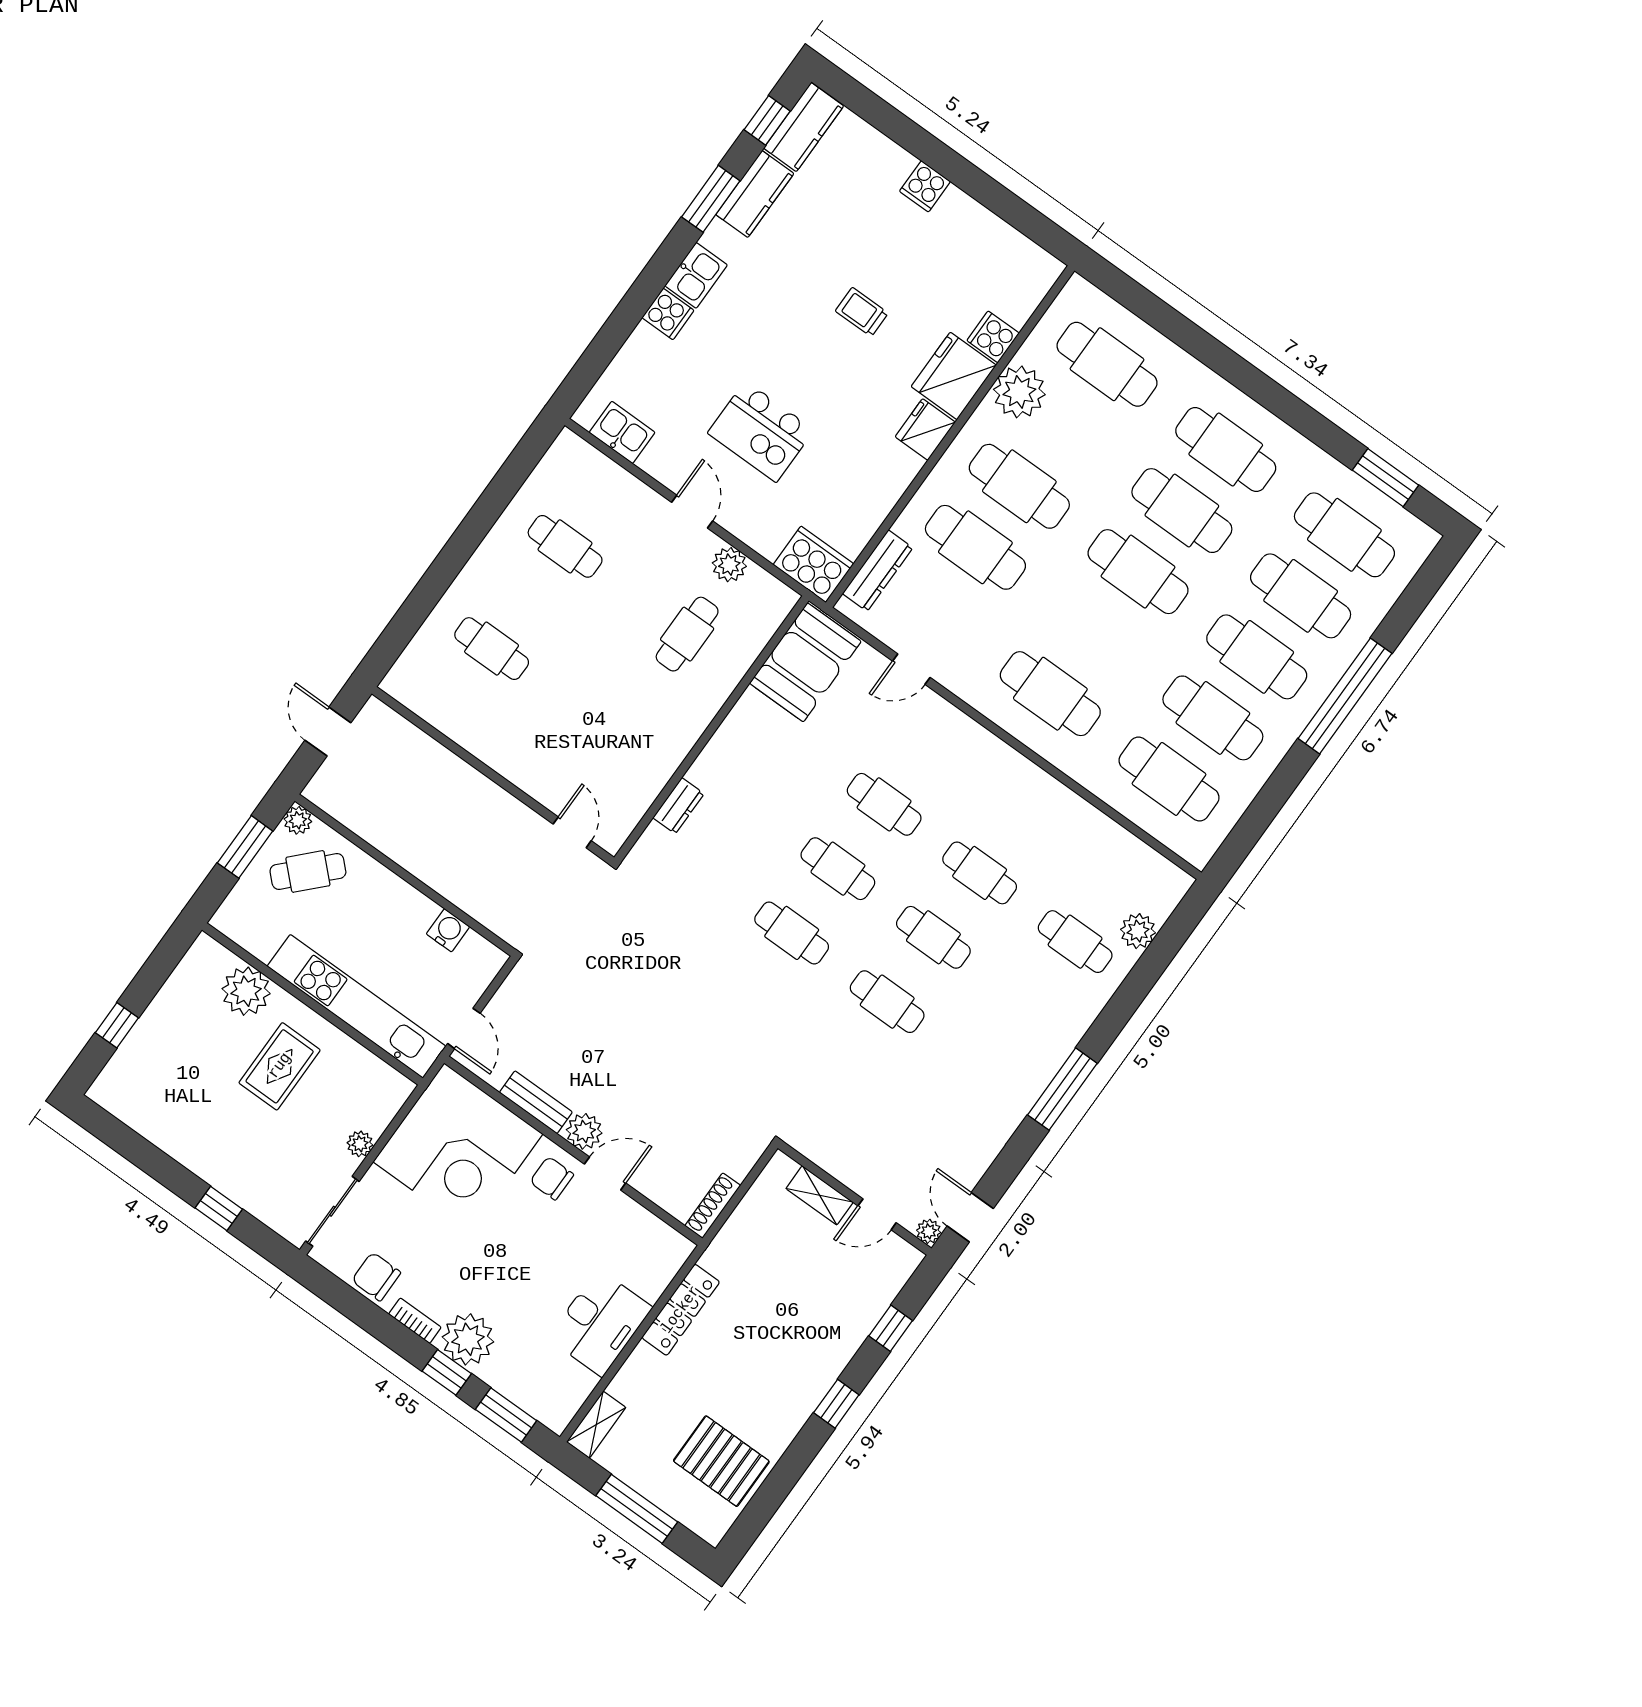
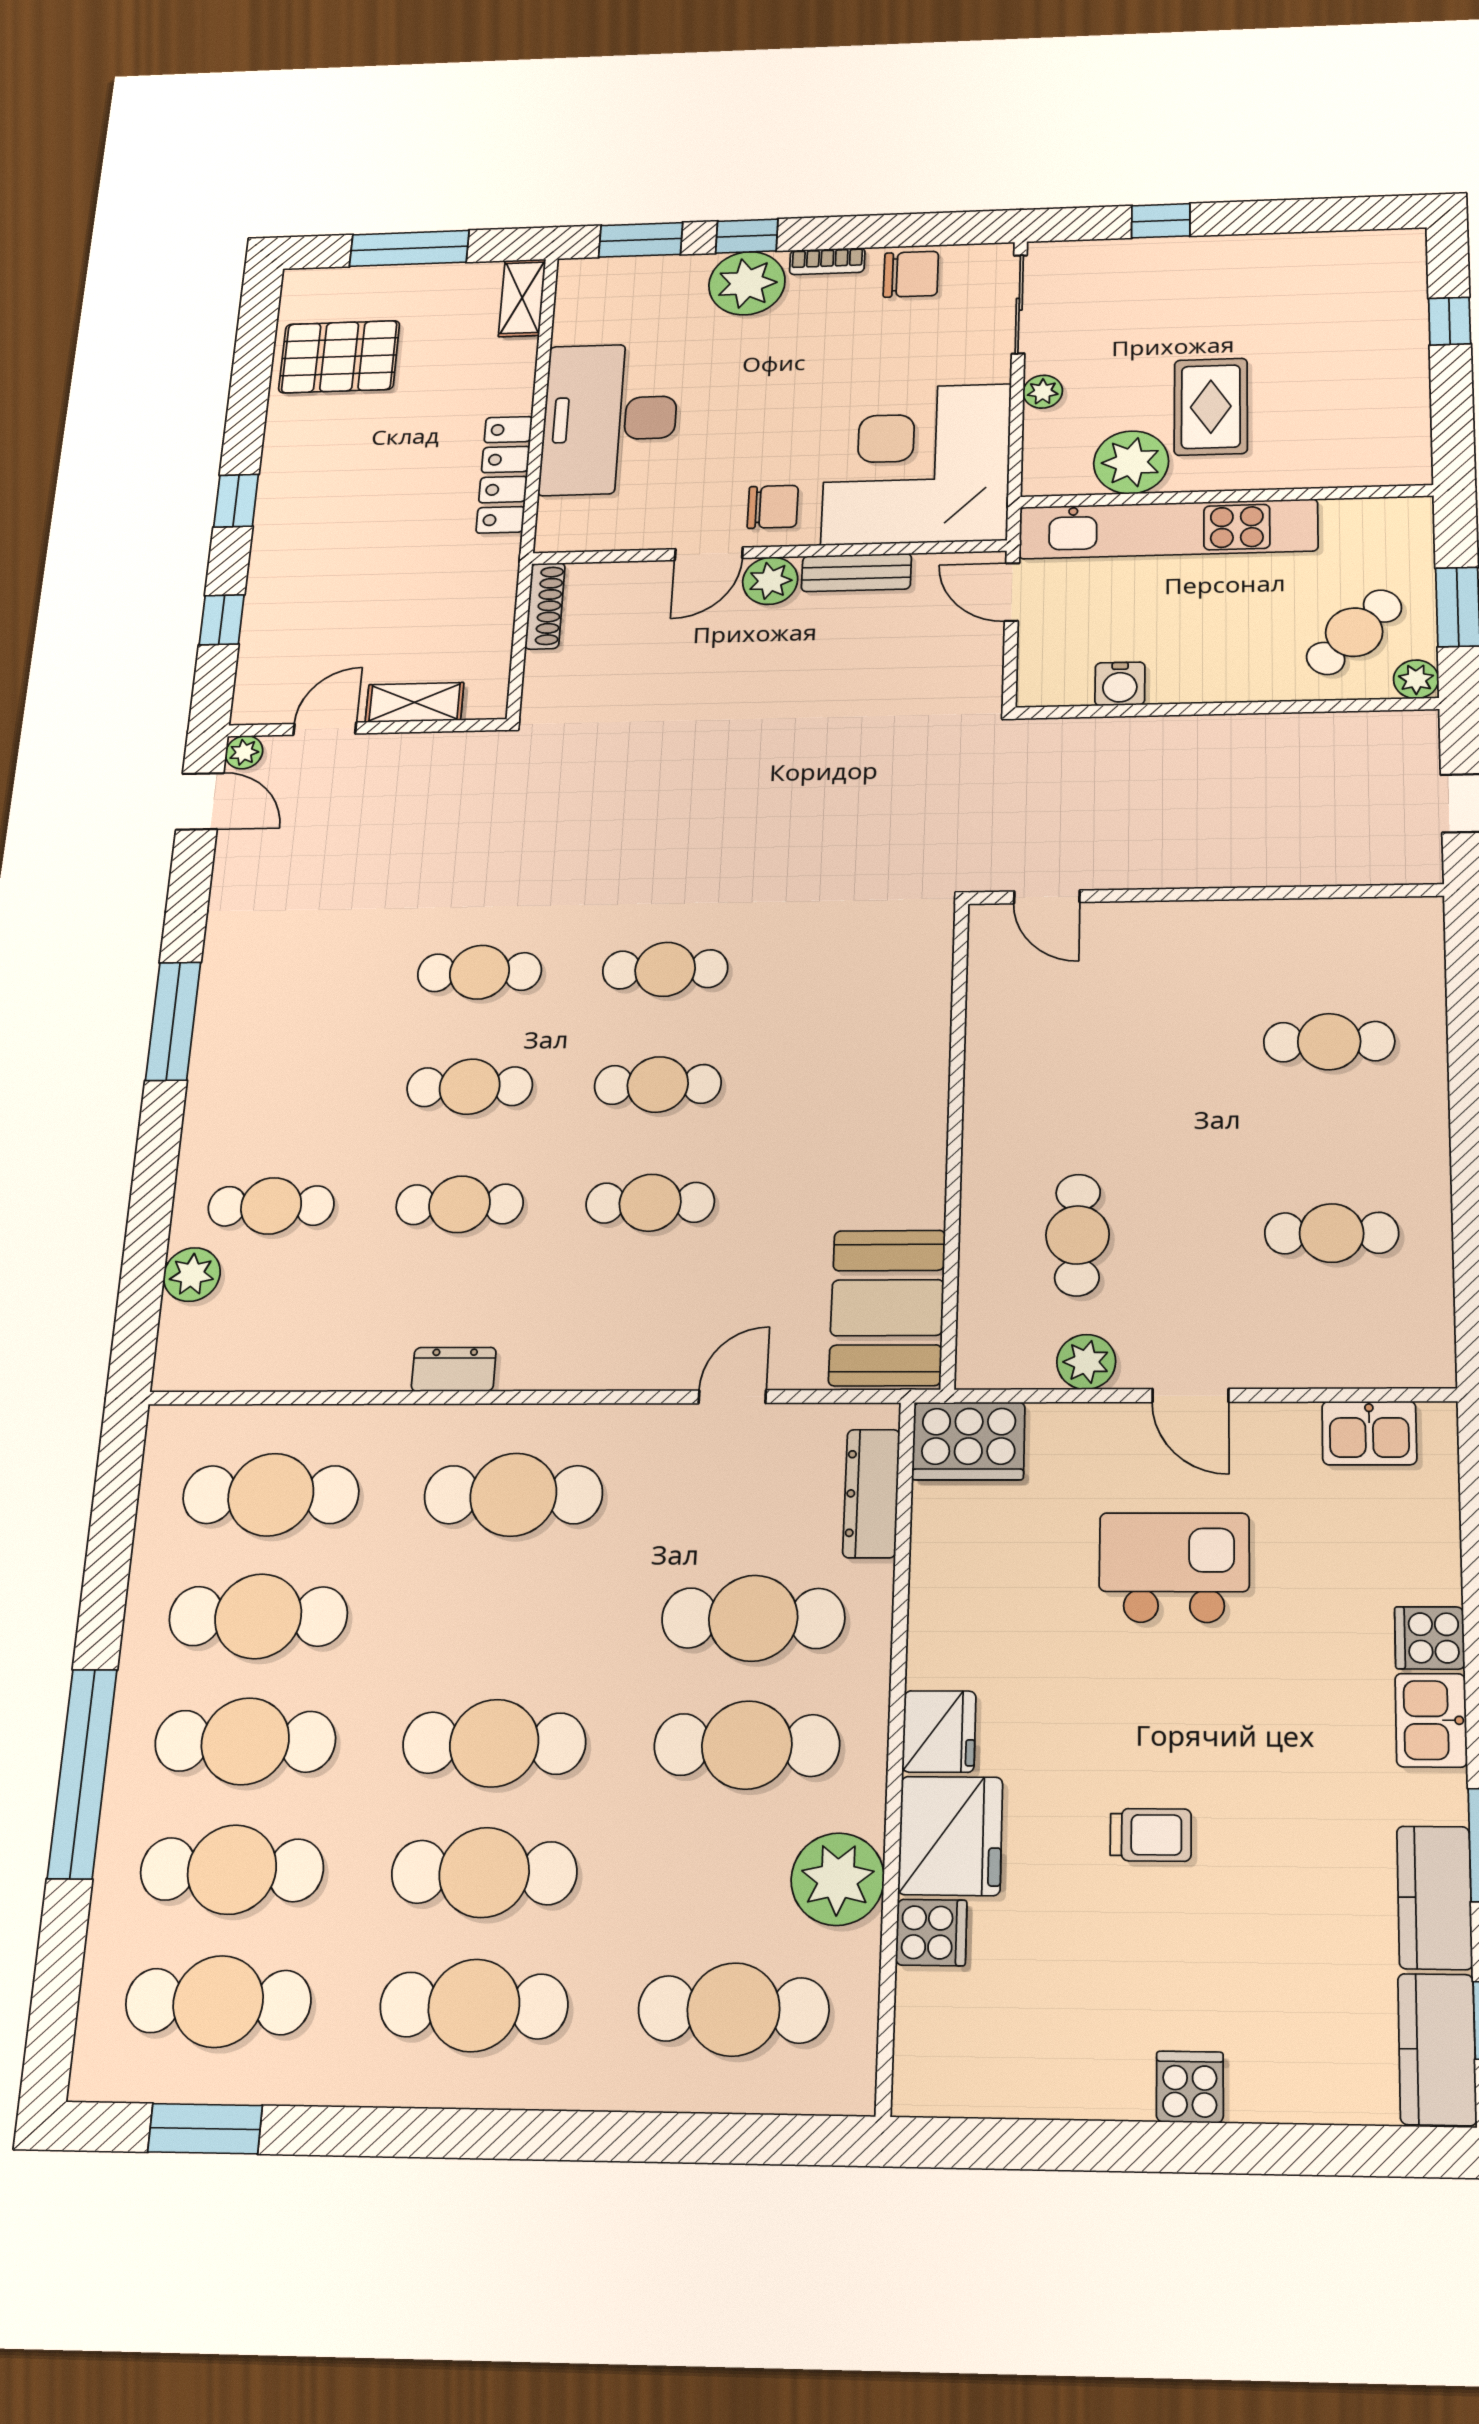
dresser: (678, 806) -> (454, 1369), moved, turned 90
plant: (246, 991) -> (1131, 462), moved
desk: (600, 1323) -> (610, 419), width x1.36, depth x1.30

